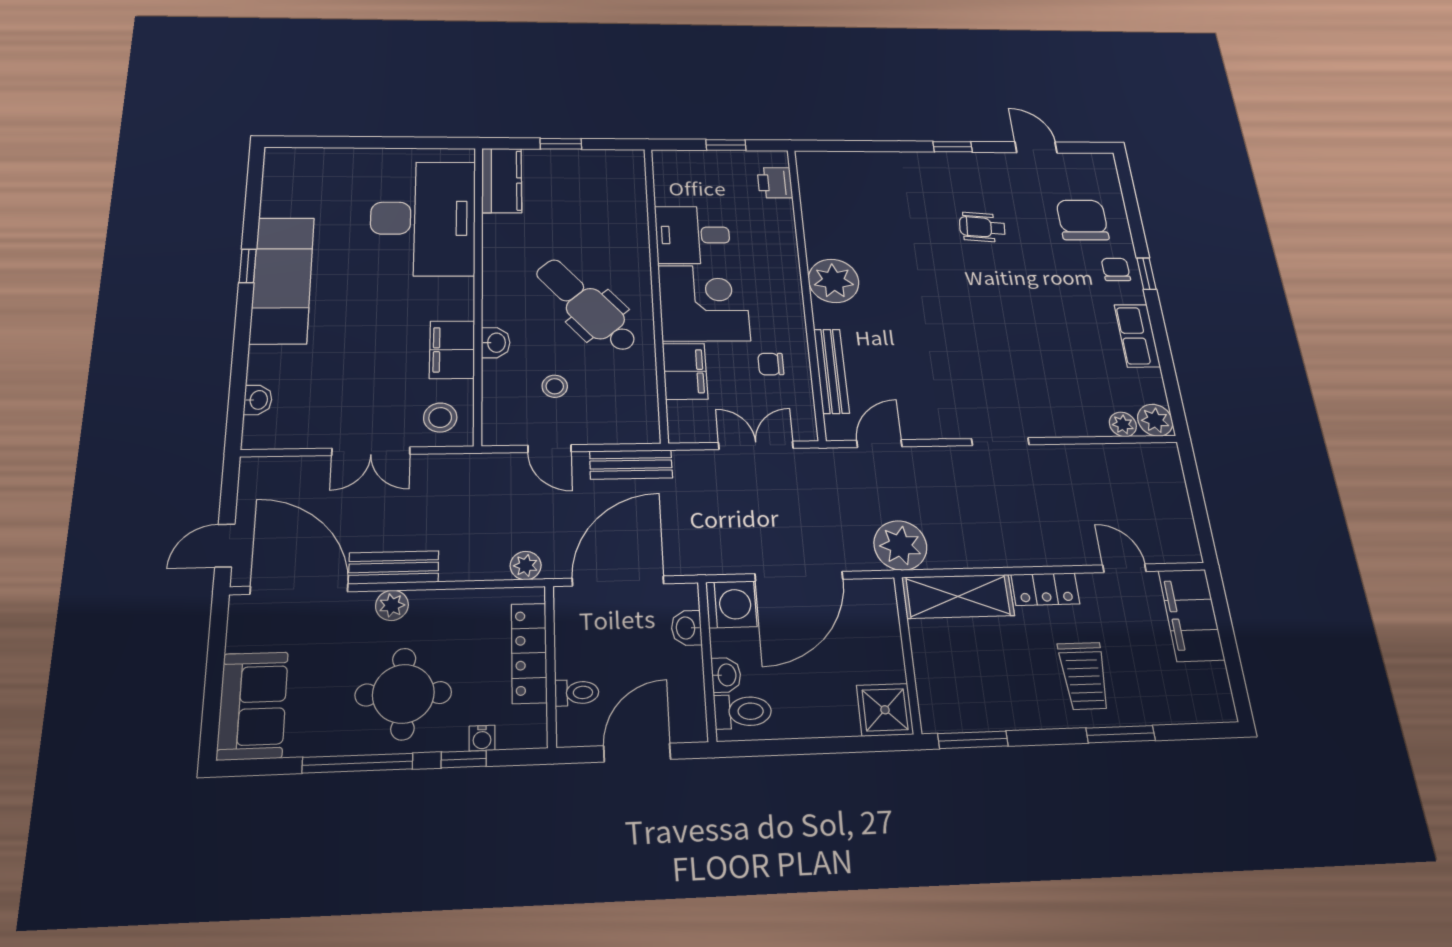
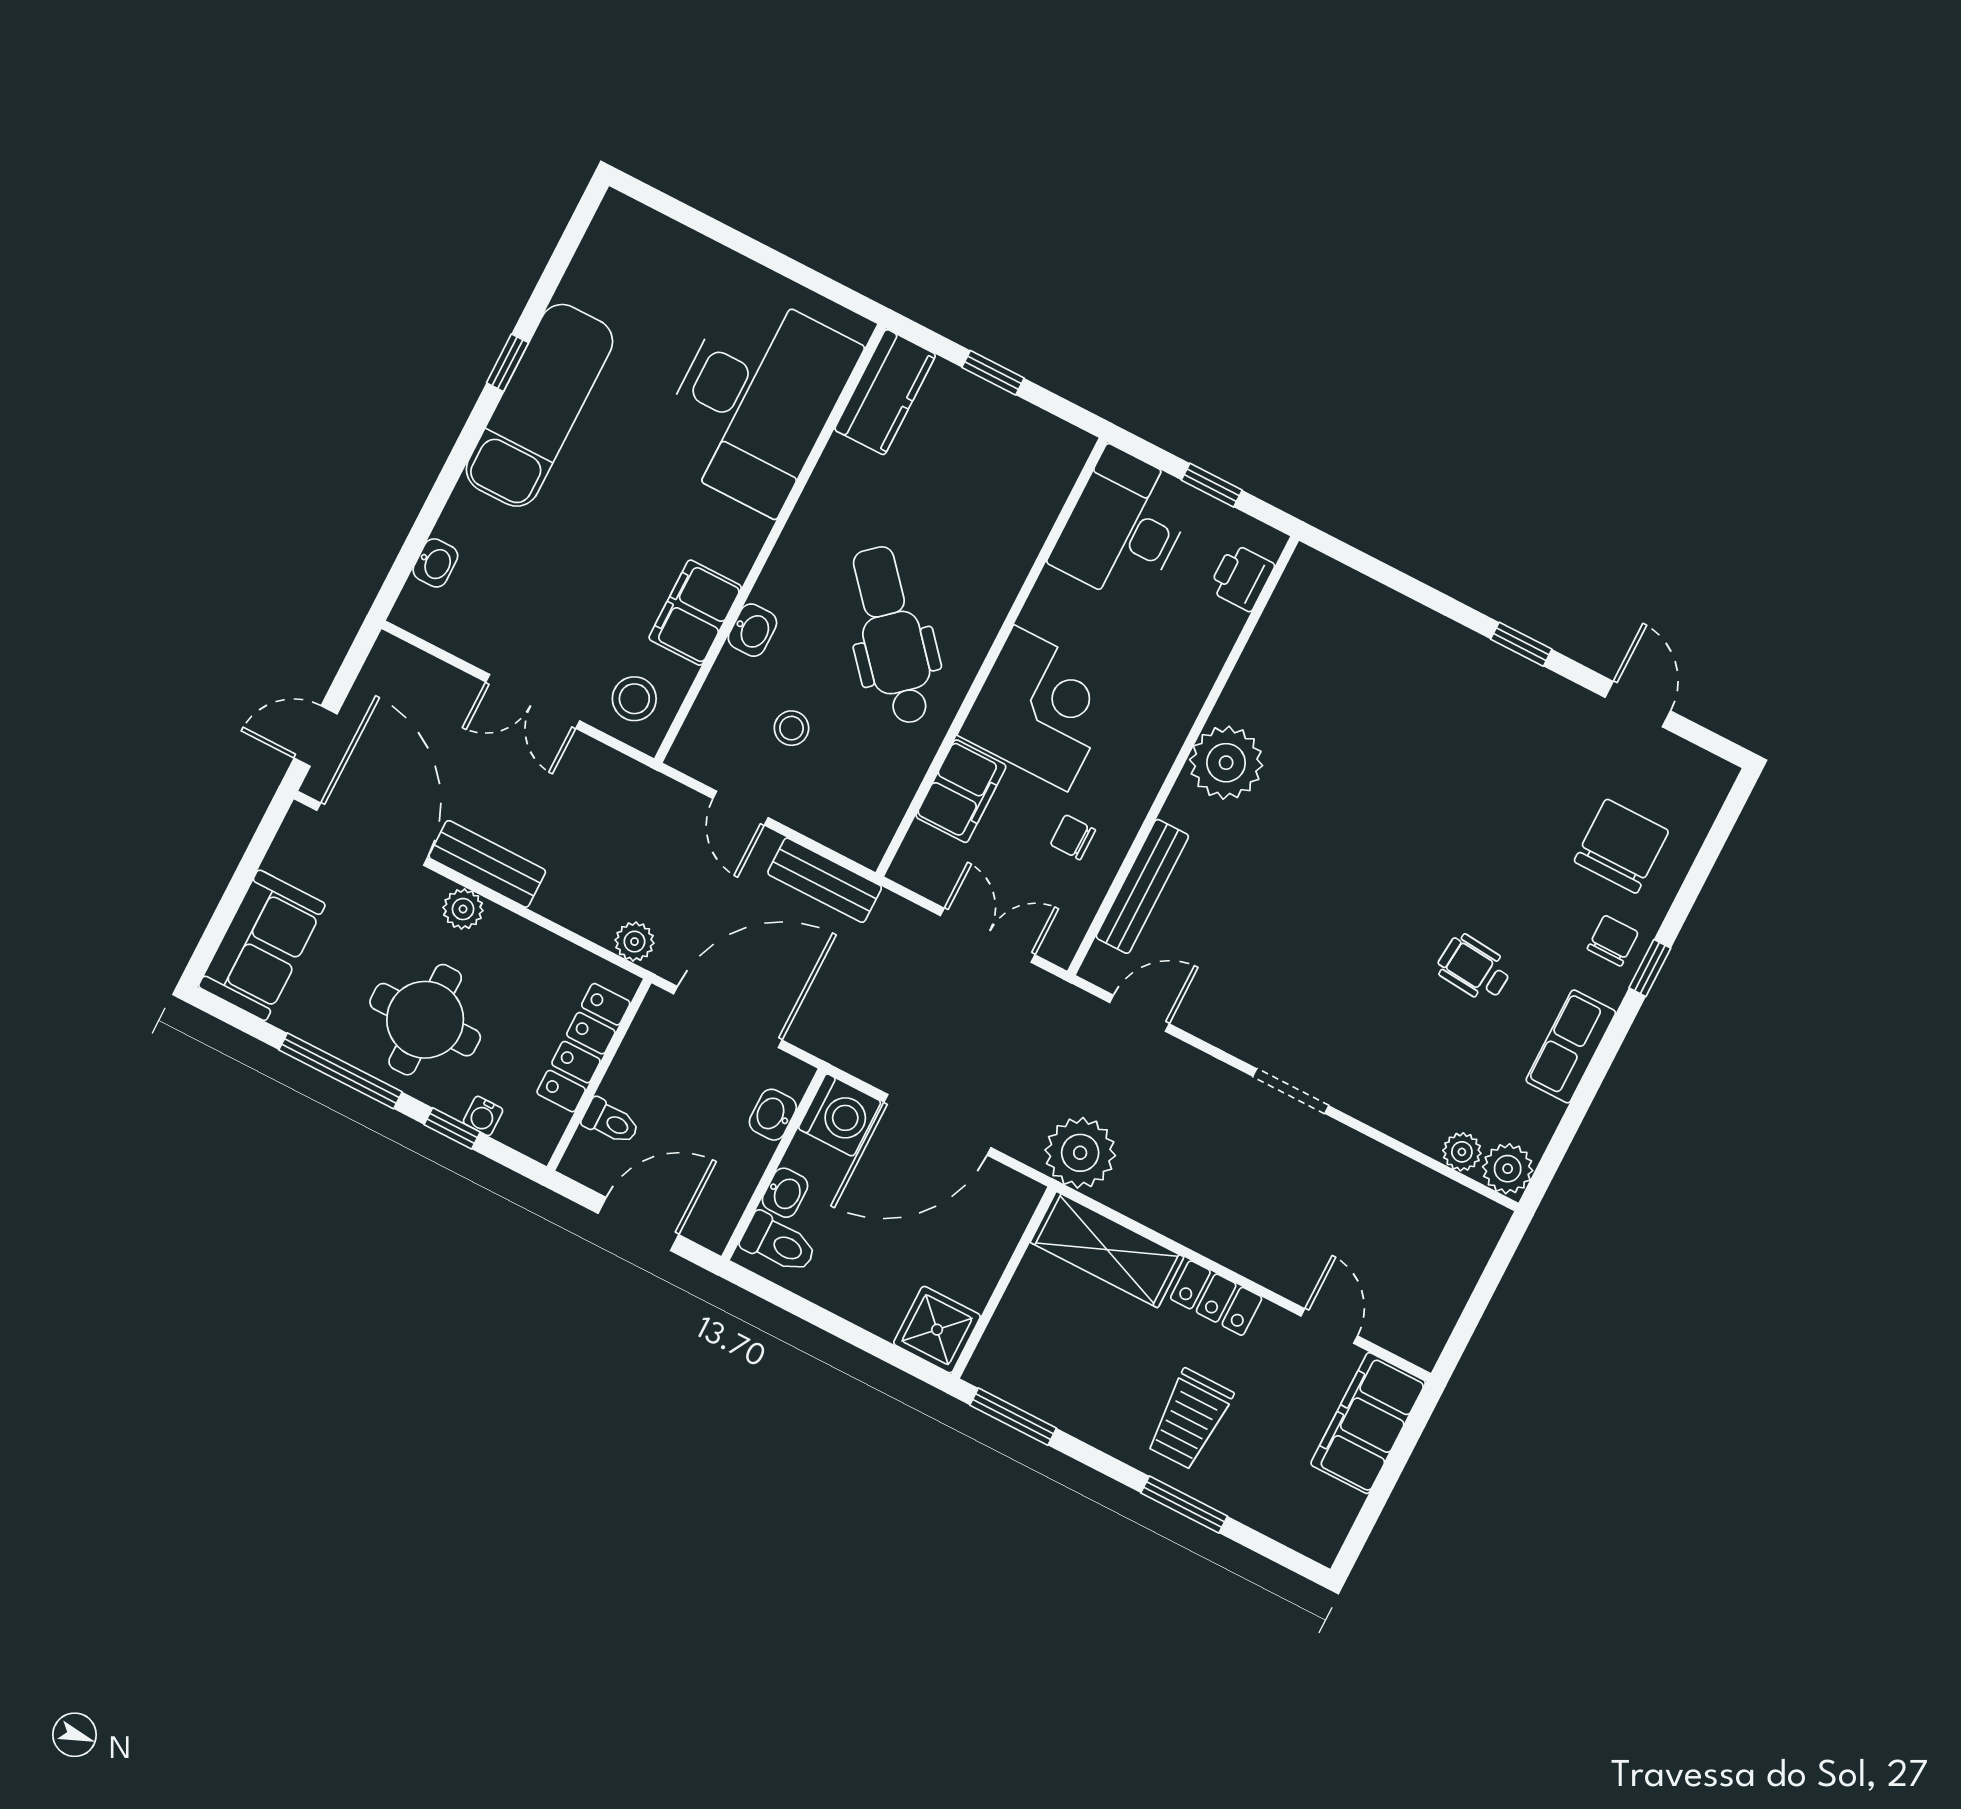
wheelchair: (982, 227) -> (1474, 968), moved
desk: (693, 235) -> (1124, 527), moved, width x1.37

